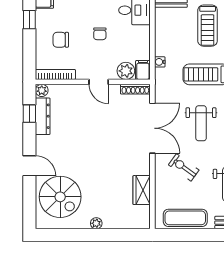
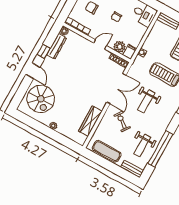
door: (99, 82) -> (100, 44), swing flipped
window: (29, 114) -> (44, 52), moved
wardrobe: (142, 190) -> (90, 121), width x1.50

